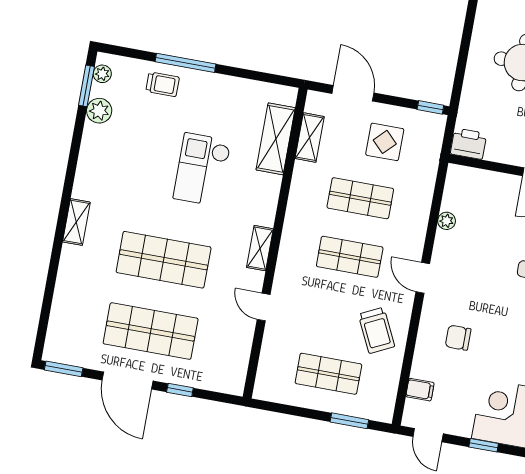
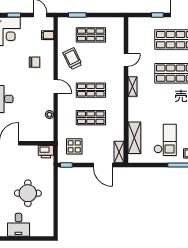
shelving: (310, 138) -> (119, 152), moved
display table: (385, 142) -> (74, 146), moved
checkout: (202, 170) -> (165, 140), moved
door: (264, 307) -> (126, 60), hinge flipped

